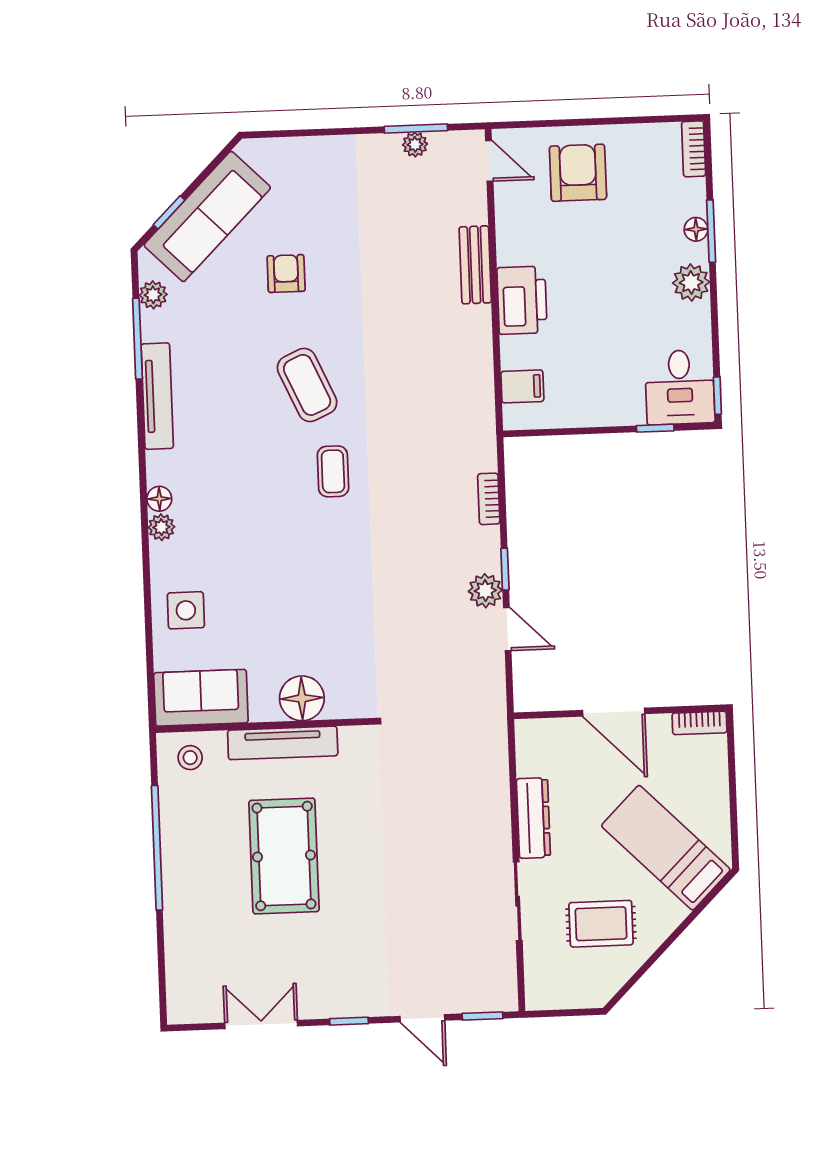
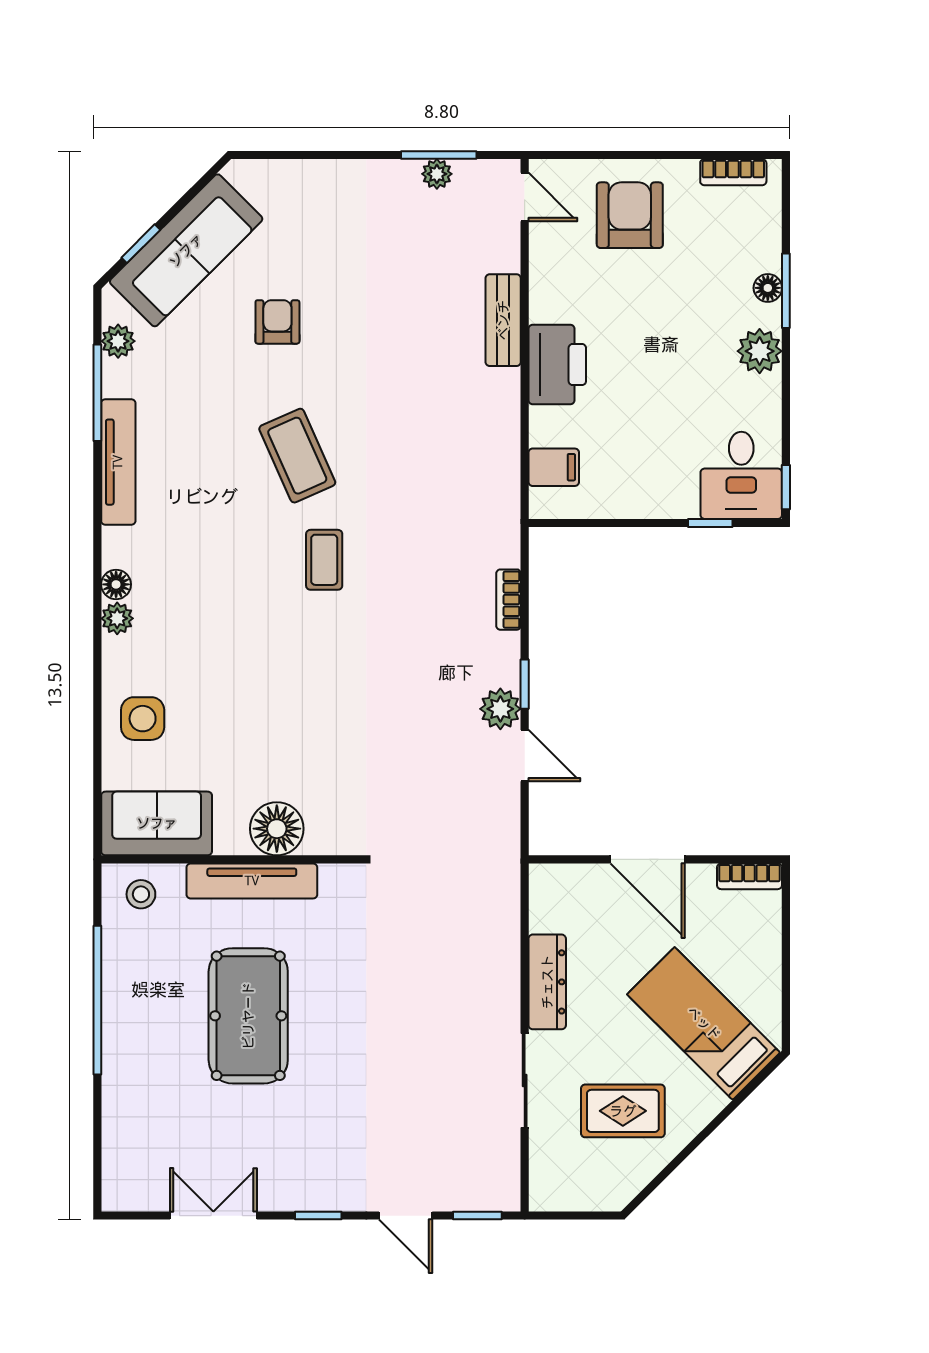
bookcase: (694, 149) -> (733, 172), moved, turned -90

